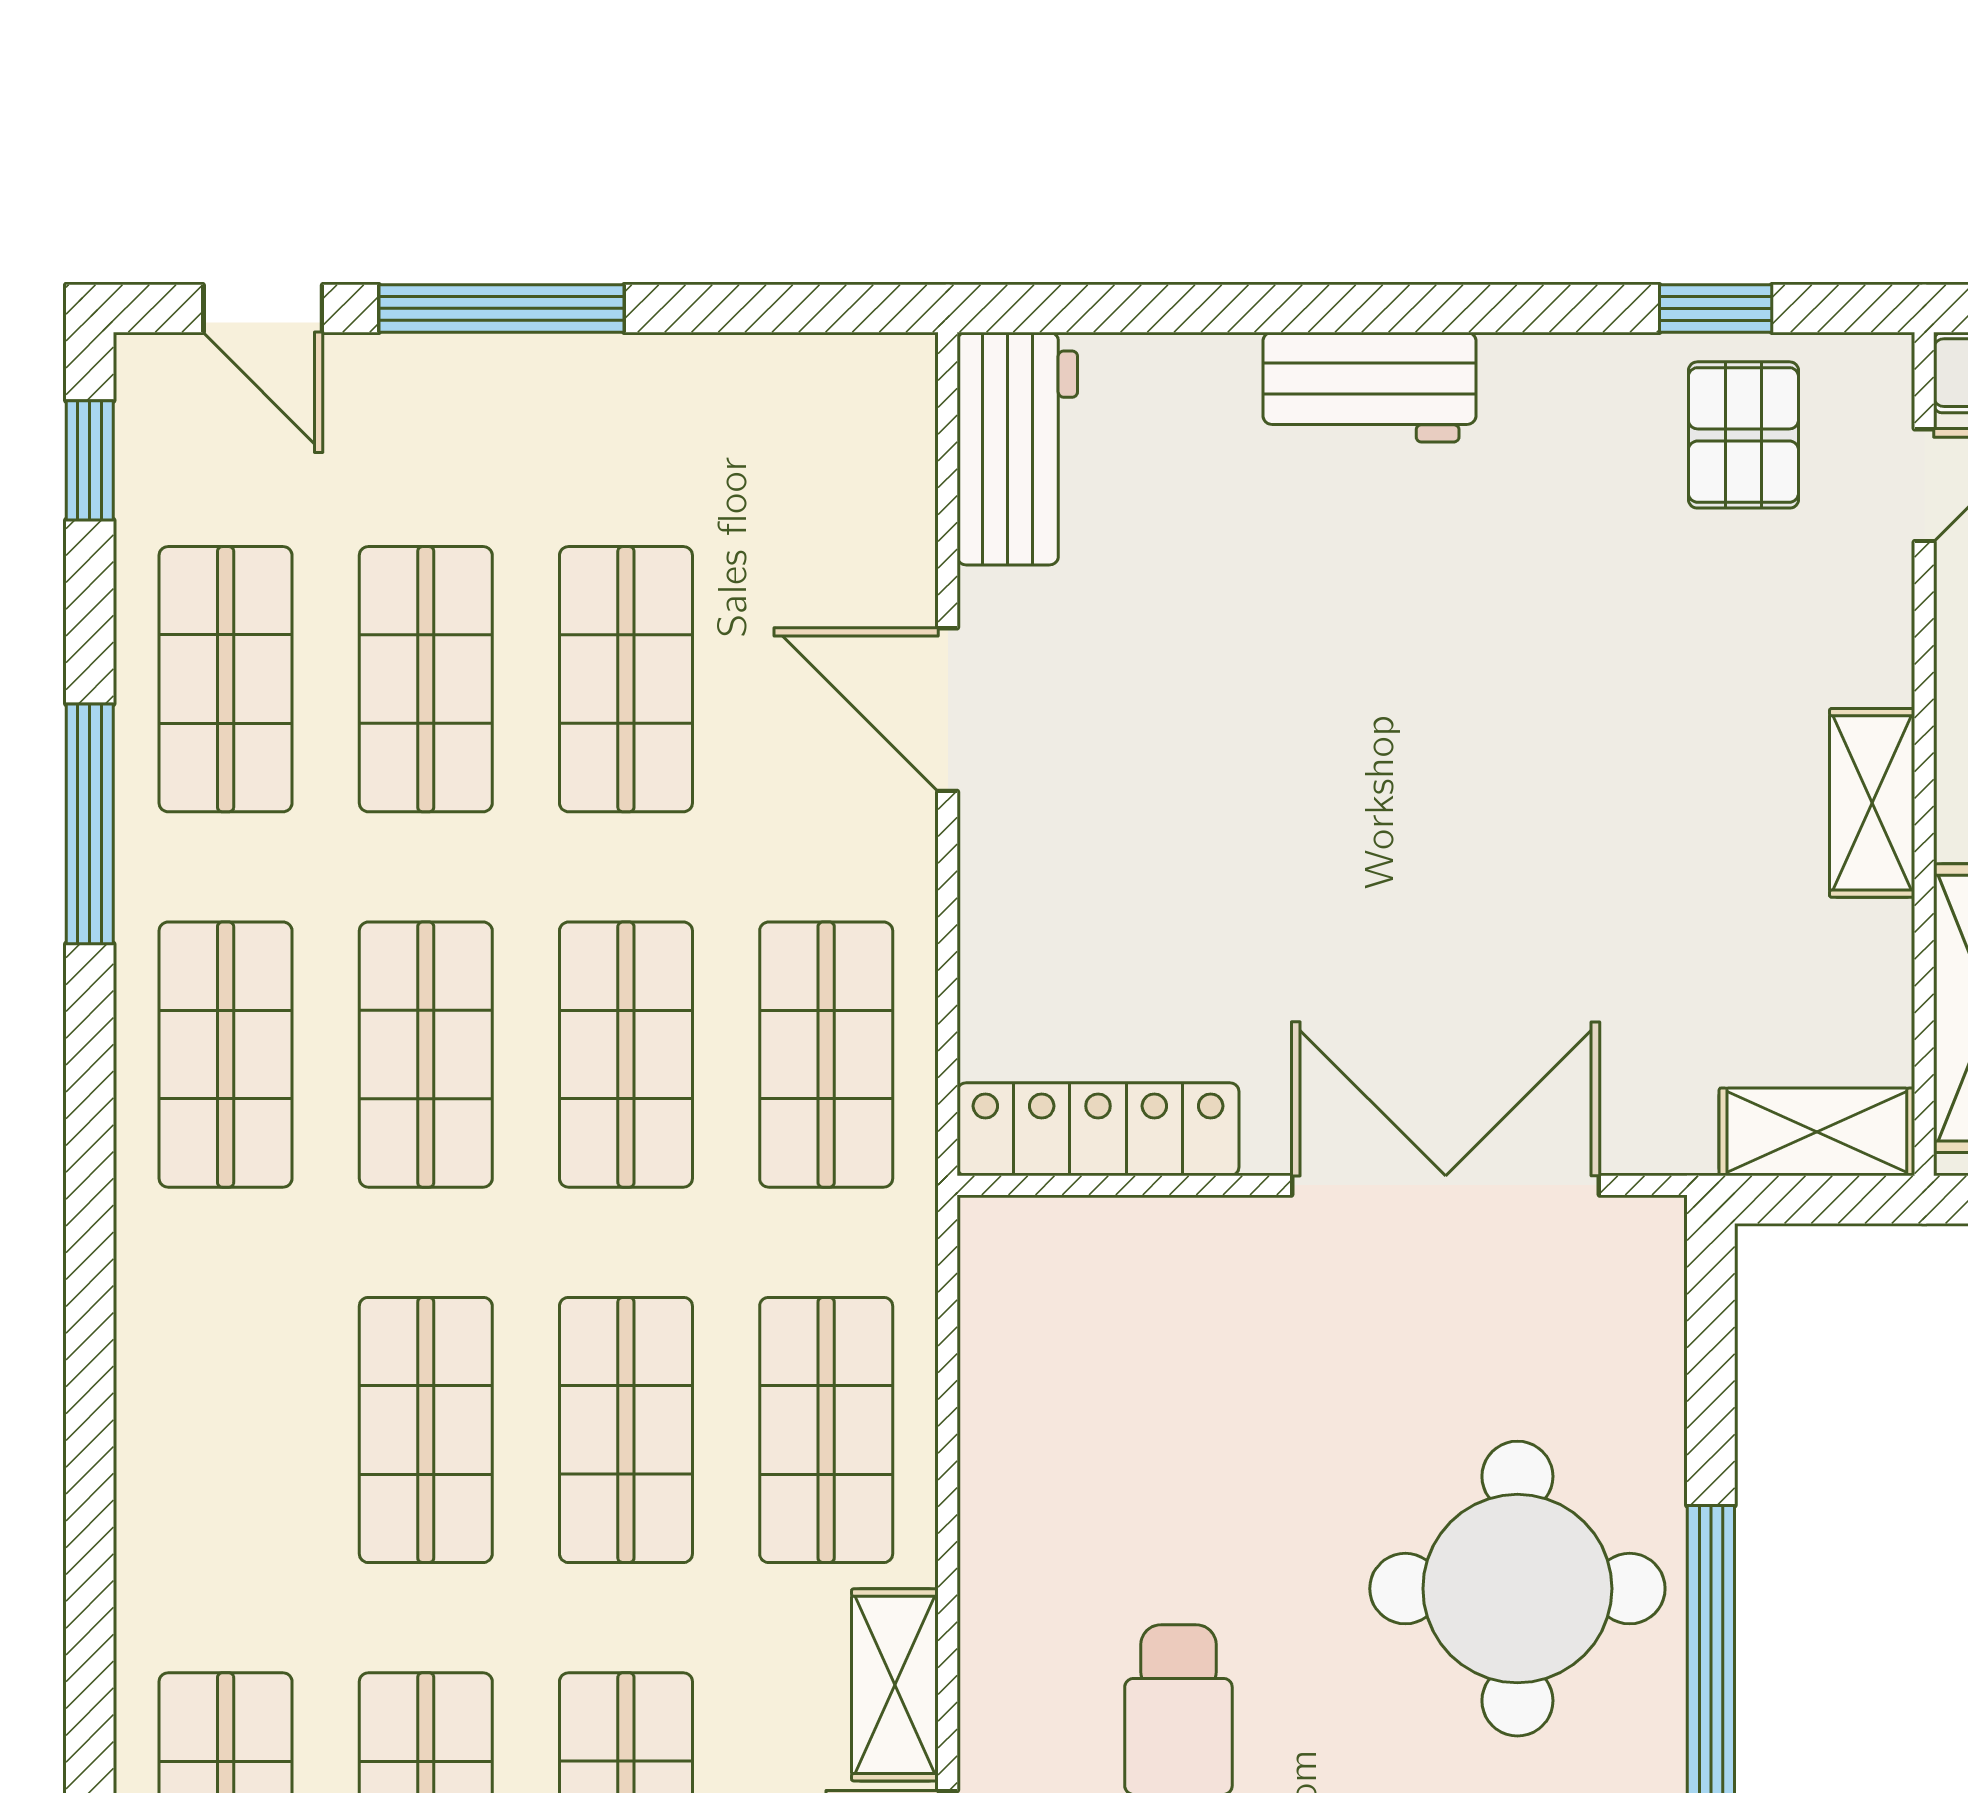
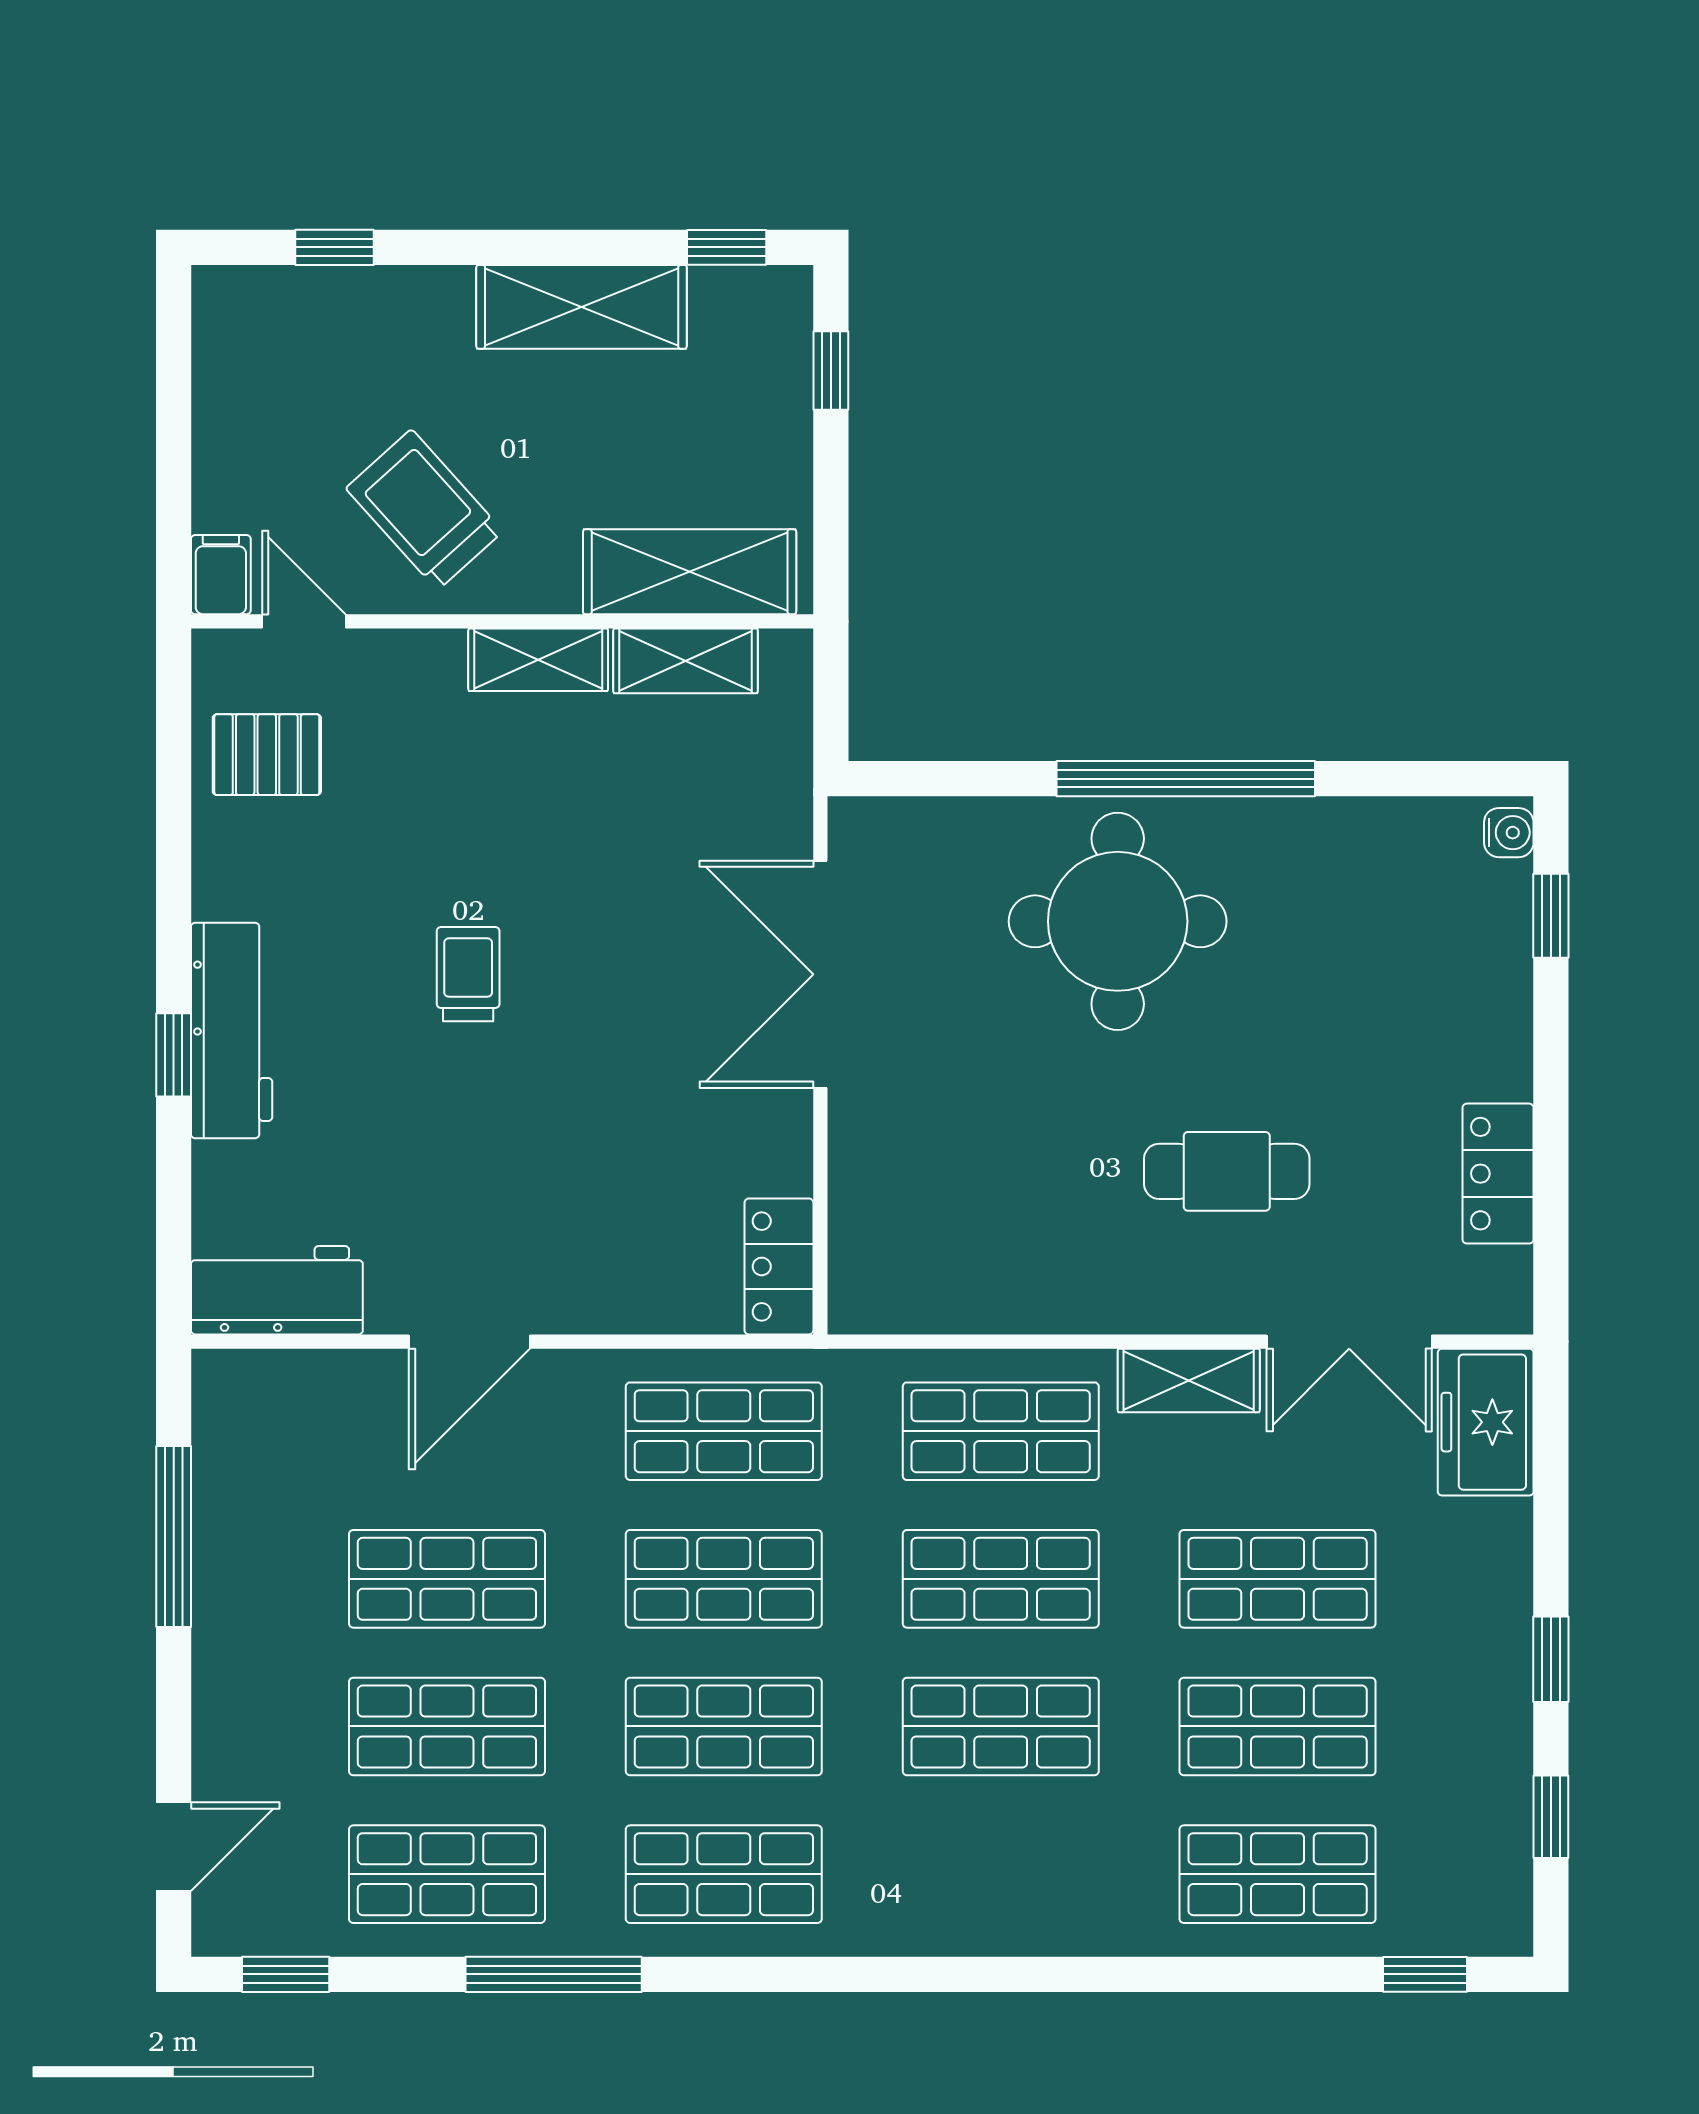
window: (502, 308) -> (174, 1537), moved
window: (1716, 308) -> (174, 1055), moved
workbench: (1369, 387) -> (232, 1030), width x1.38
trolley: (1446, 708) -> (468, 974), added
locker: (1098, 1129) -> (779, 1266), width x0.66
shelving: (1817, 1132) -> (686, 661), moved, turned 90

